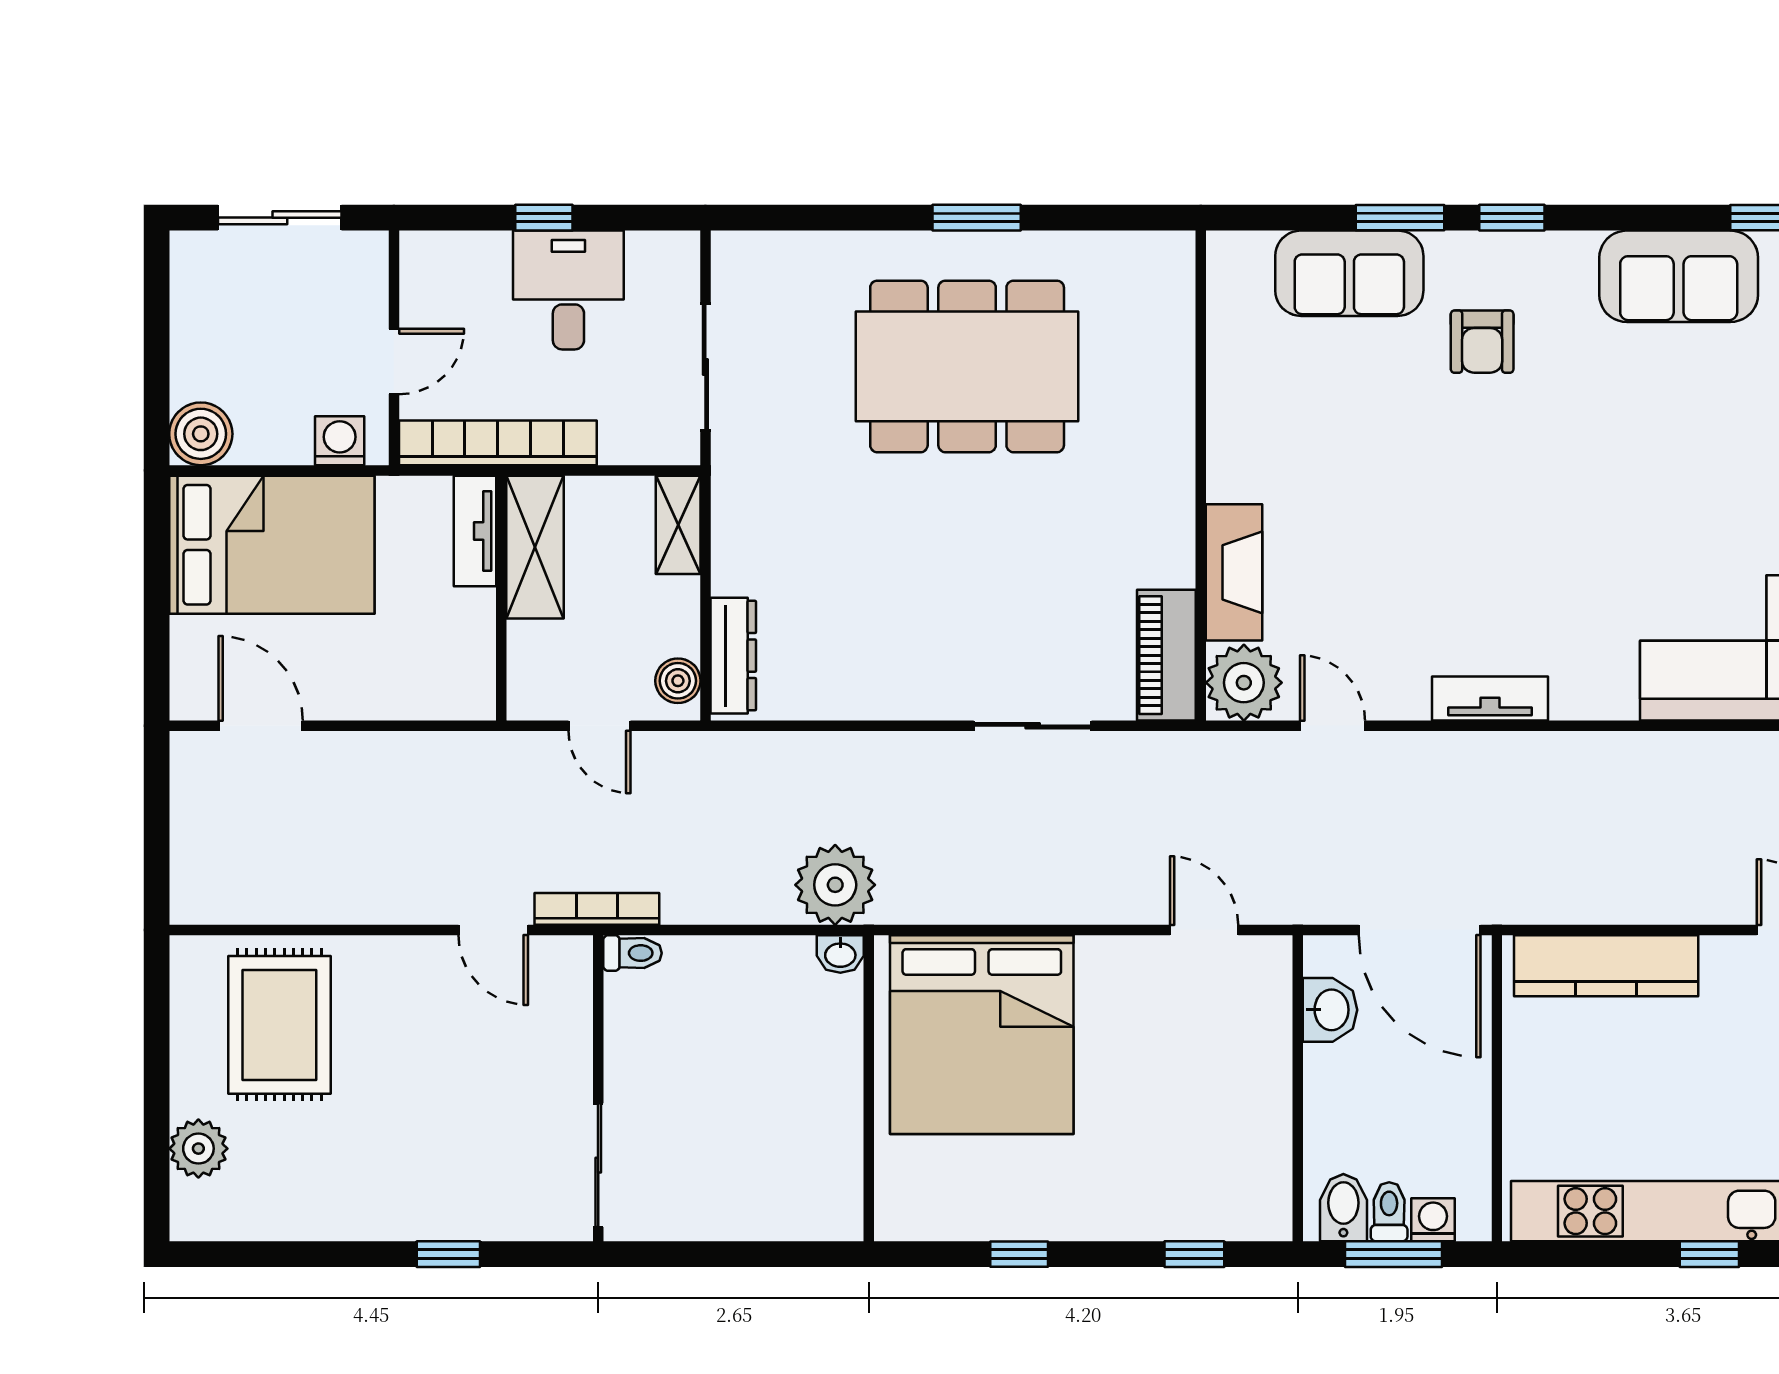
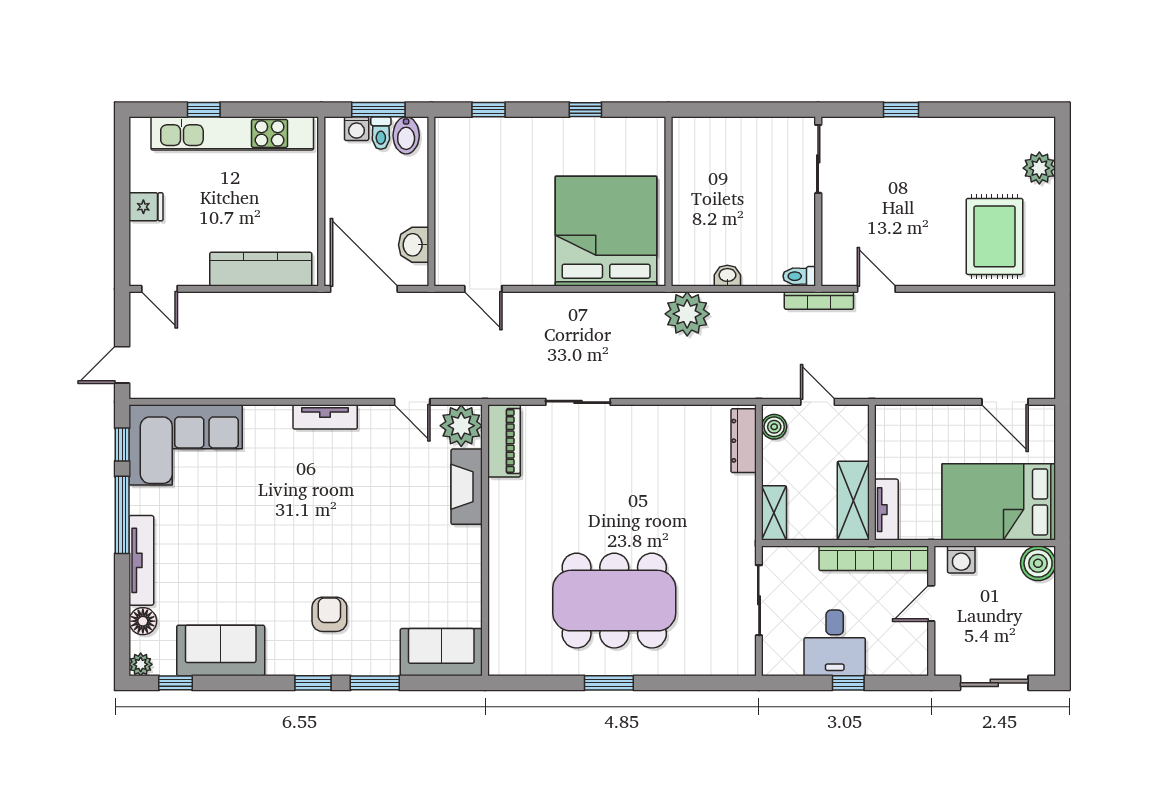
sofa: (1349, 273) -> (441, 652), moved
washbasin: (840, 954) -> (727, 276), moved

